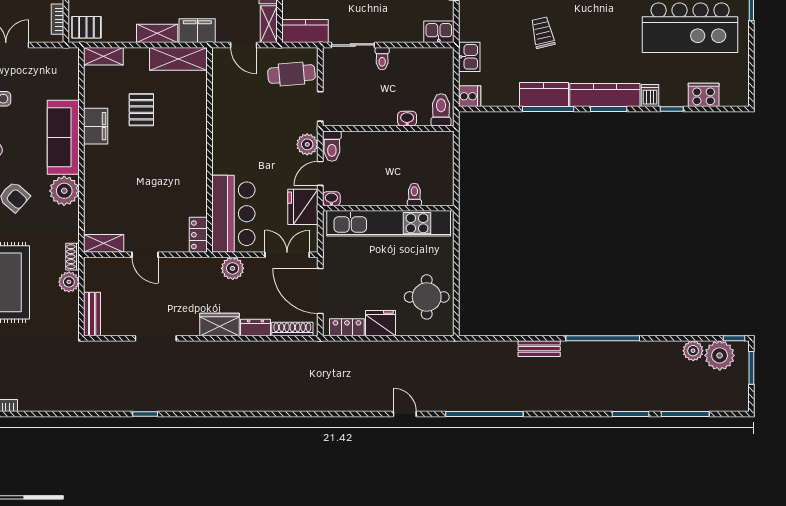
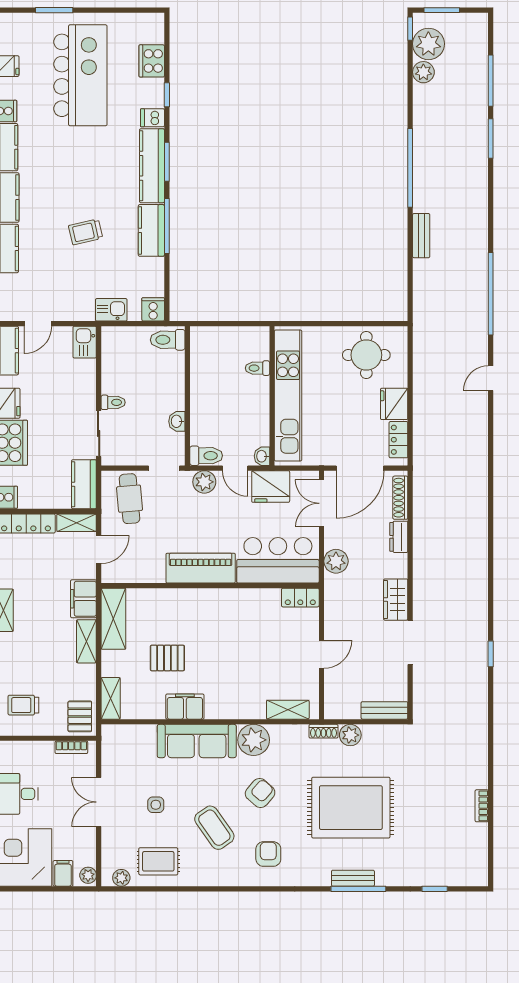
washbasin: (407, 119) -> (177, 421), moved
piano: (226, 141) -> (201, 568), added
shelving: (104, 243) -> (288, 710), moved, turned 90
wardrobe: (220, 325) -> (396, 600), moved

